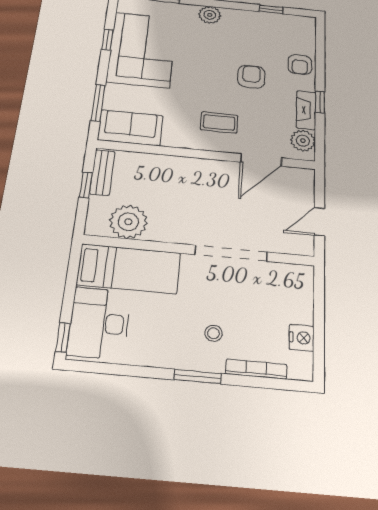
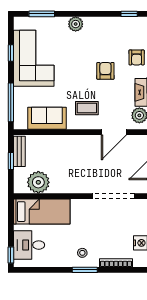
window: (271, 9) -> (129, 14), moved
window: (98, 103) -> (11, 102), width x1.44
sofa: (130, 128) -> (47, 118), moved
doorway: (231, 253) -> (113, 196), moved
desk: (99, 323) -> (29, 245), width x0.73
stool: (214, 333) -> (82, 253), moved

